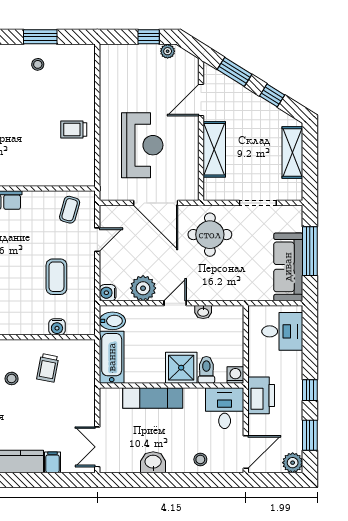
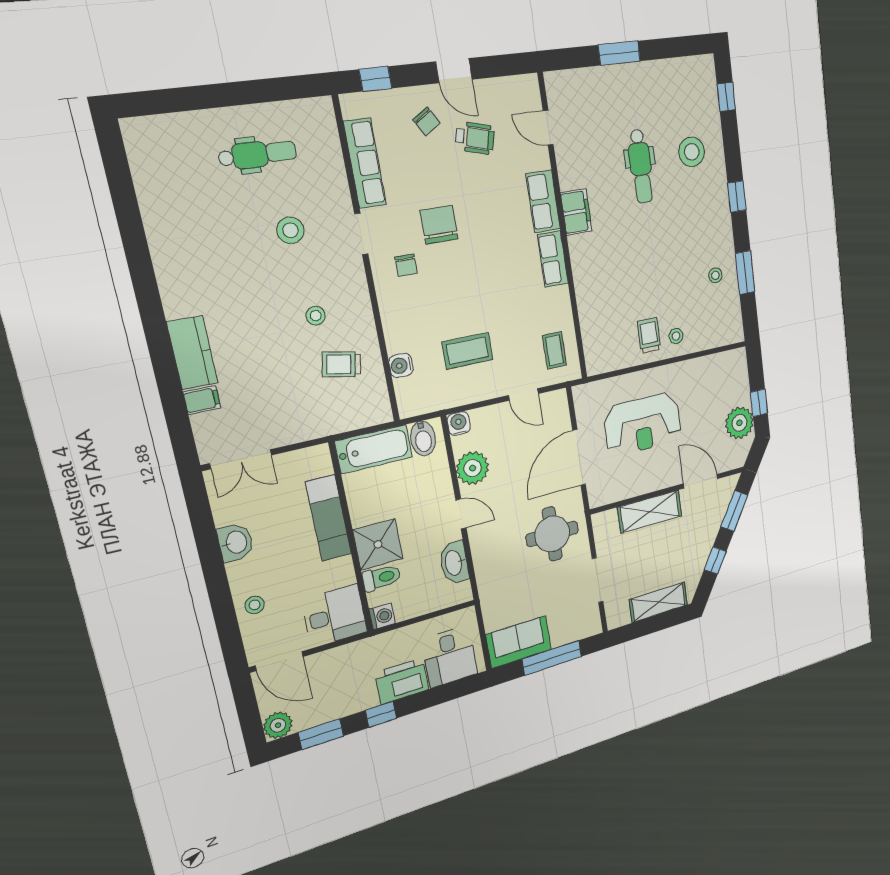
plant: (168, 51) -> (739, 423), width x1.88, depth x1.88
stool: (79, 106) -> (676, 336), added
coffee table: (70, 210) -> (554, 350), turned 74
sofa: (288, 267) -> (519, 642), width x0.73
washbasin: (203, 312) -> (454, 563), width x1.91, depth x1.45
printer: (261, 395) -> (402, 681), moved, turned 180
double door: (97, 447) -> (241, 459), swing flipped

